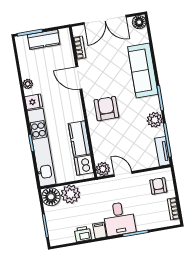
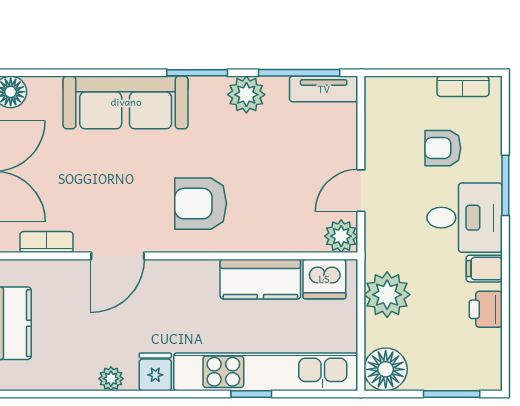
armchair: (158, 186) -> (443, 148), moved
plant: (70, 194) -> (387, 295), moved

